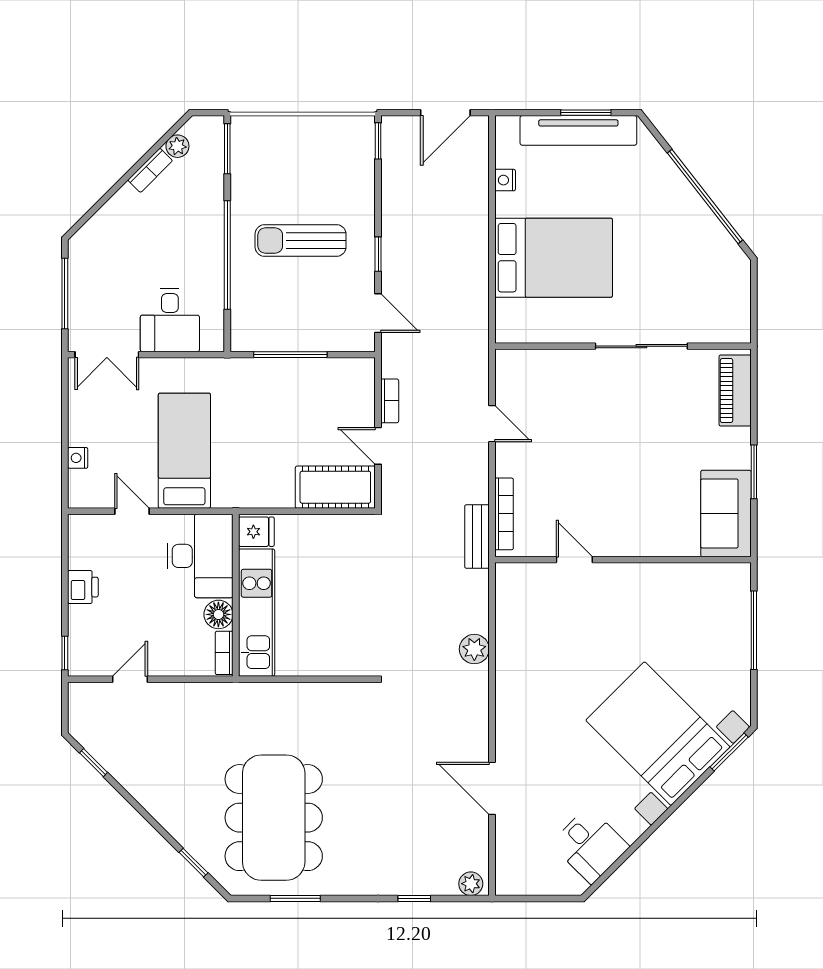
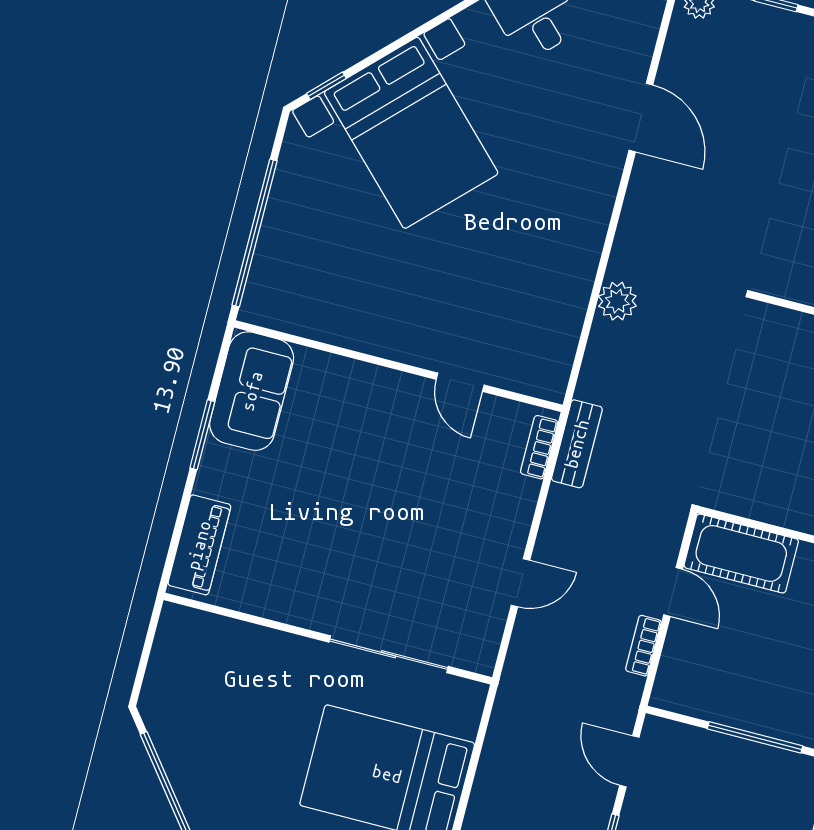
sliding door: (641, 346) -> (389, 654), moved
door: (492, 424) -> (521, 583), swing flipped
bookcase: (504, 514) -> (539, 447), width x0.64
window: (754, 630) -> (255, 233), width x1.46
window: (729, 752) -> (326, 86), width x0.67

